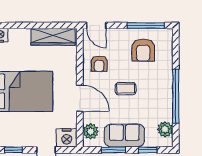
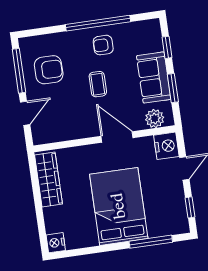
door: (96, 25) -> (25, 113), moved
armchair: (99, 64) -> (103, 45), moved, turned 180
door: (80, 98) -> (117, 137), hinge flipped
plant: (165, 129) -> (139, 30), removed

